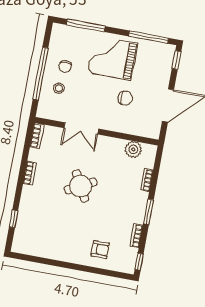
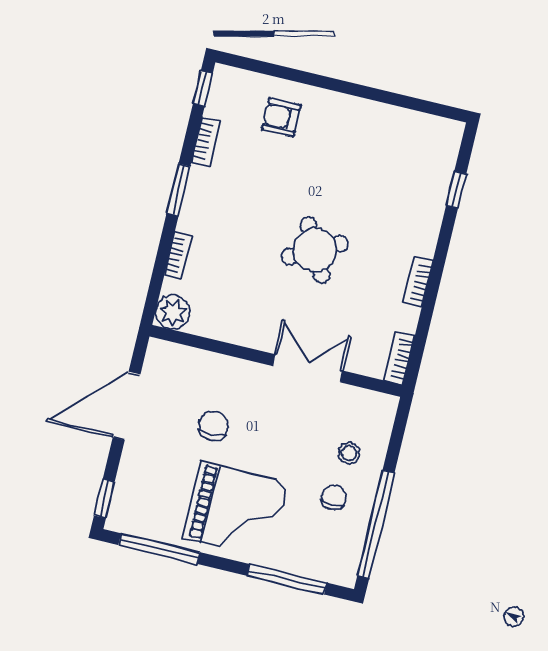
window: (41, 74) -> (376, 524), moved
chair: (125, 98) -> (214, 426), turned 90
plant: (133, 149) -> (173, 312), moved

